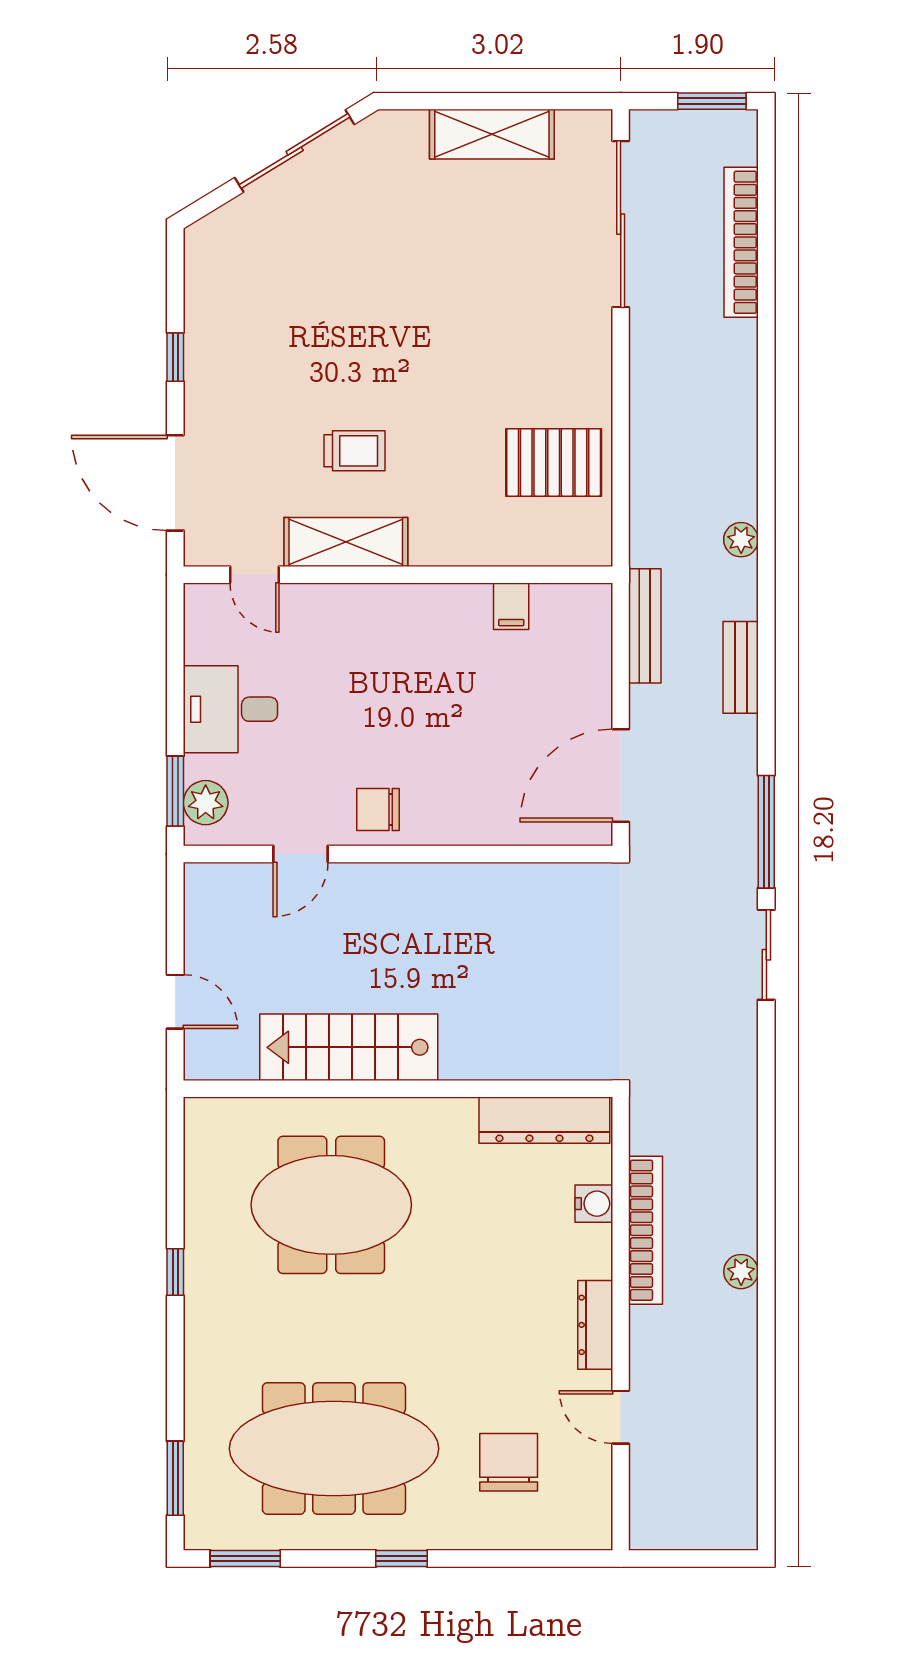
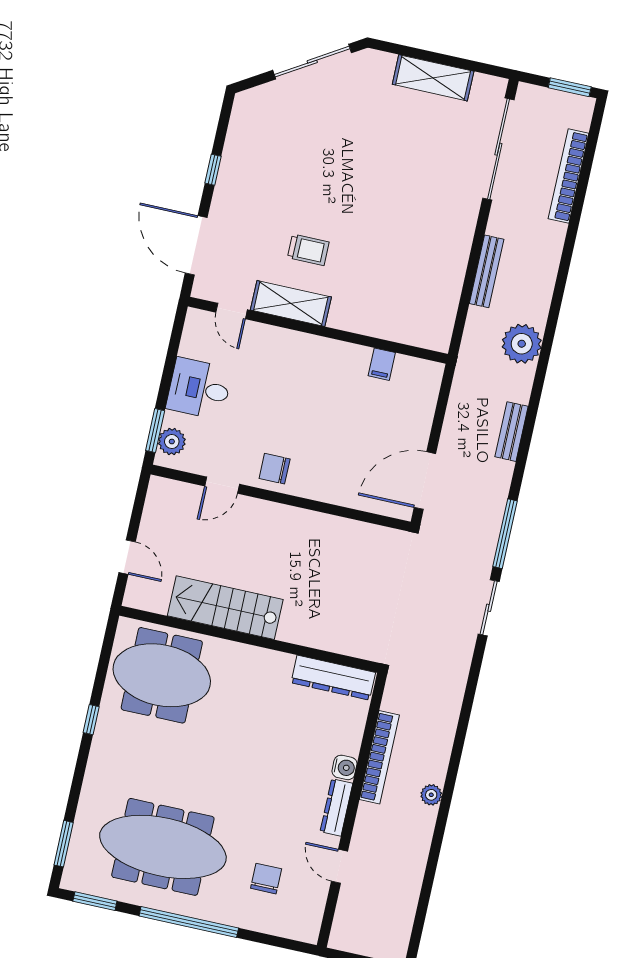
pallet: (554, 462) -> (426, 283), removed
plant: (741, 540) -> (522, 344), width x1.87, depth x1.87
bench: (645, 626) -> (487, 271), moved
water cooler: (594, 1204) -> (344, 767), moved
meeting table: (331, 1205) -> (162, 675), moved
chair: (509, 1462) -> (266, 879), width x0.73, depth x0.73
window: (402, 1558) -> (189, 922), width x3.17

